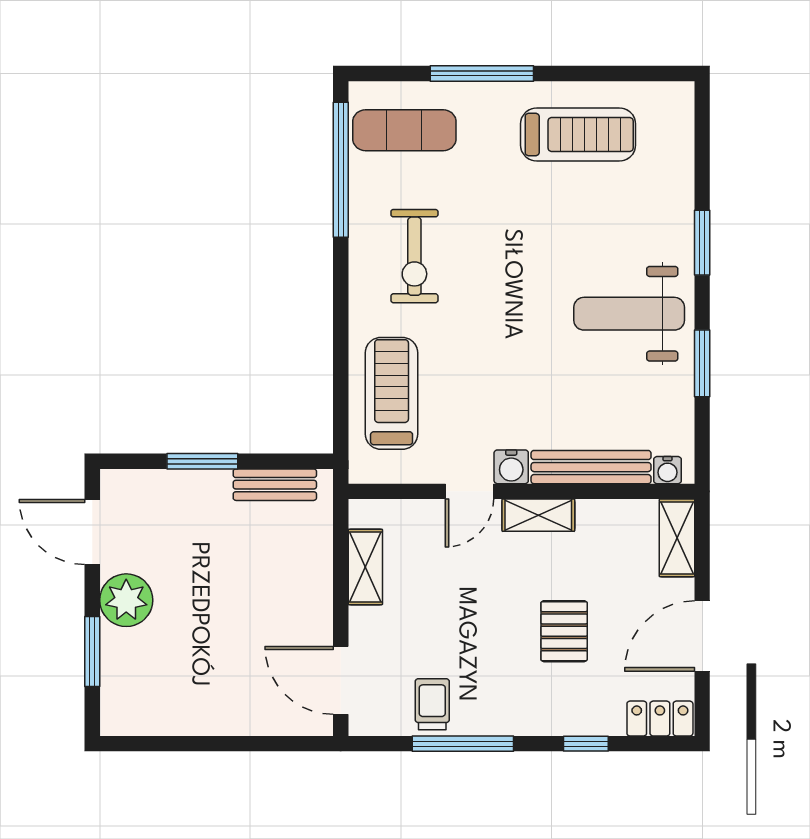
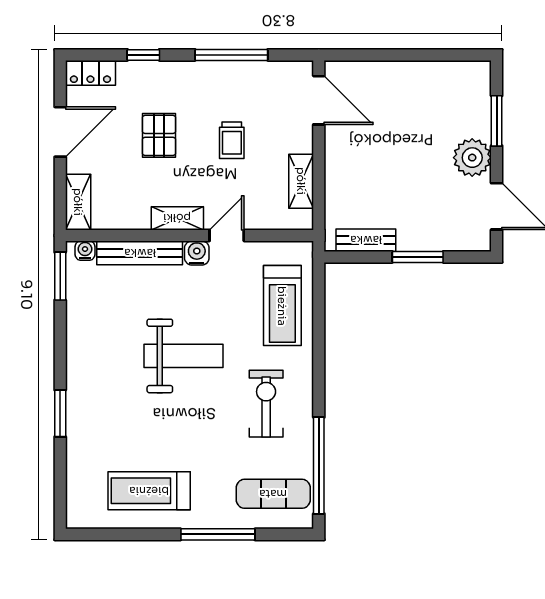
weight bench: (629, 314) -> (184, 356), moved
window: (702, 363) -> (60, 276), moved
trolley: (432, 704) -> (232, 140), moved

